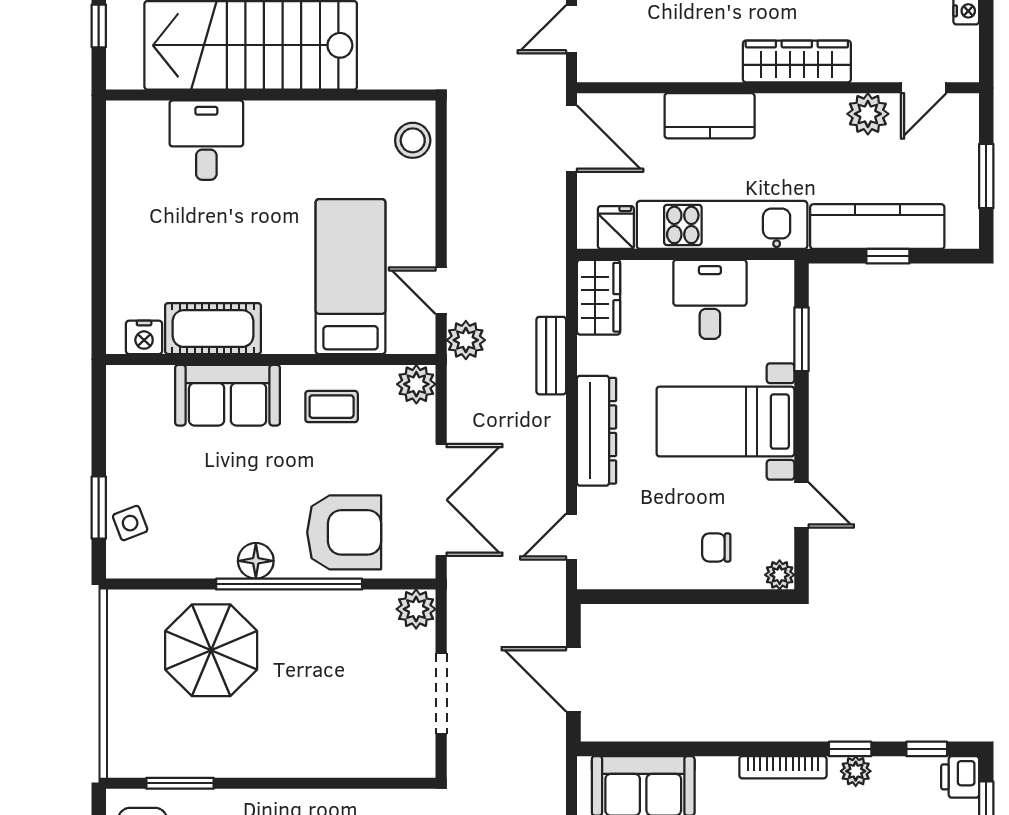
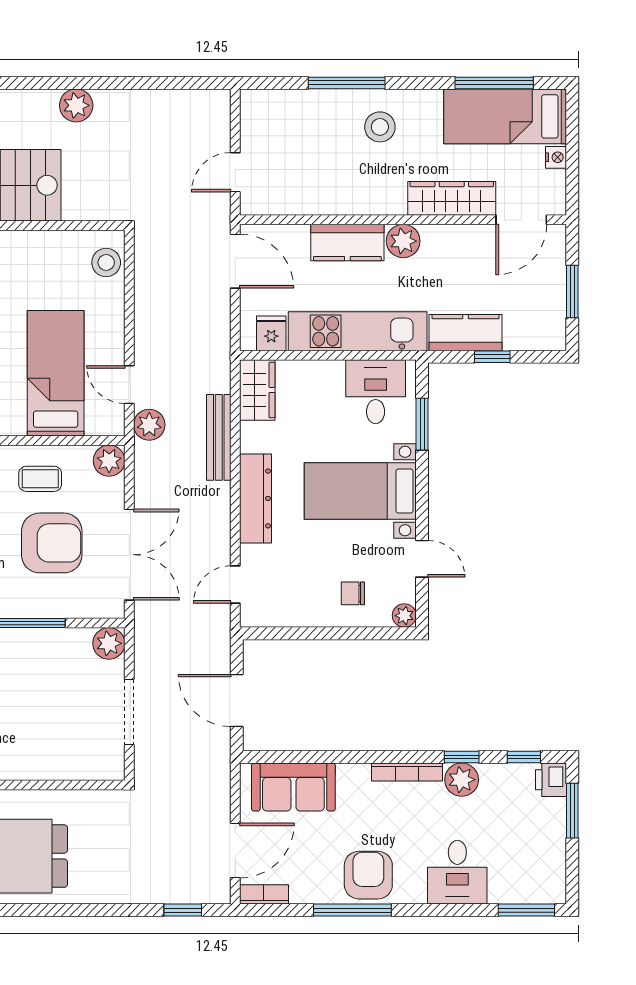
wardrobe: (797, 61) -> (452, 198), moved
door: (924, 88) -> (521, 220), width x1.38
plant: (868, 114) -> (403, 241), moved
kitchen counter: (877, 227) -> (465, 333), width x0.67
desk: (710, 299) -> (376, 392), moved
bench: (551, 356) -> (219, 437), width x1.36
armchair: (344, 532) -> (52, 543), moved
plant: (856, 771) -> (462, 780), width x1.38, depth x1.38

